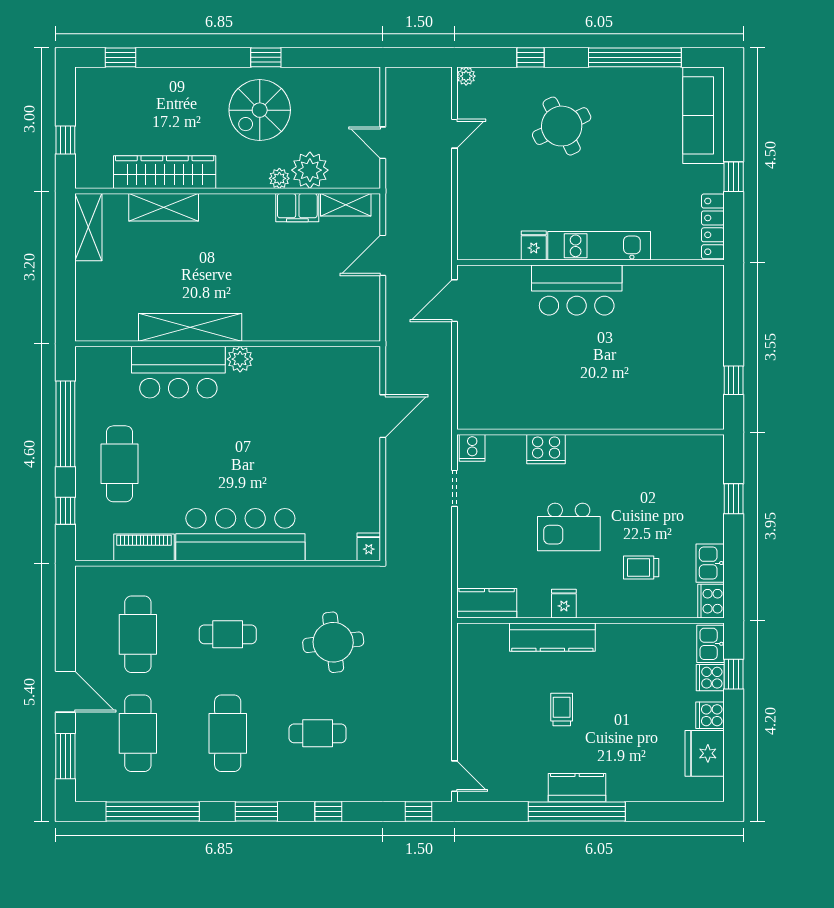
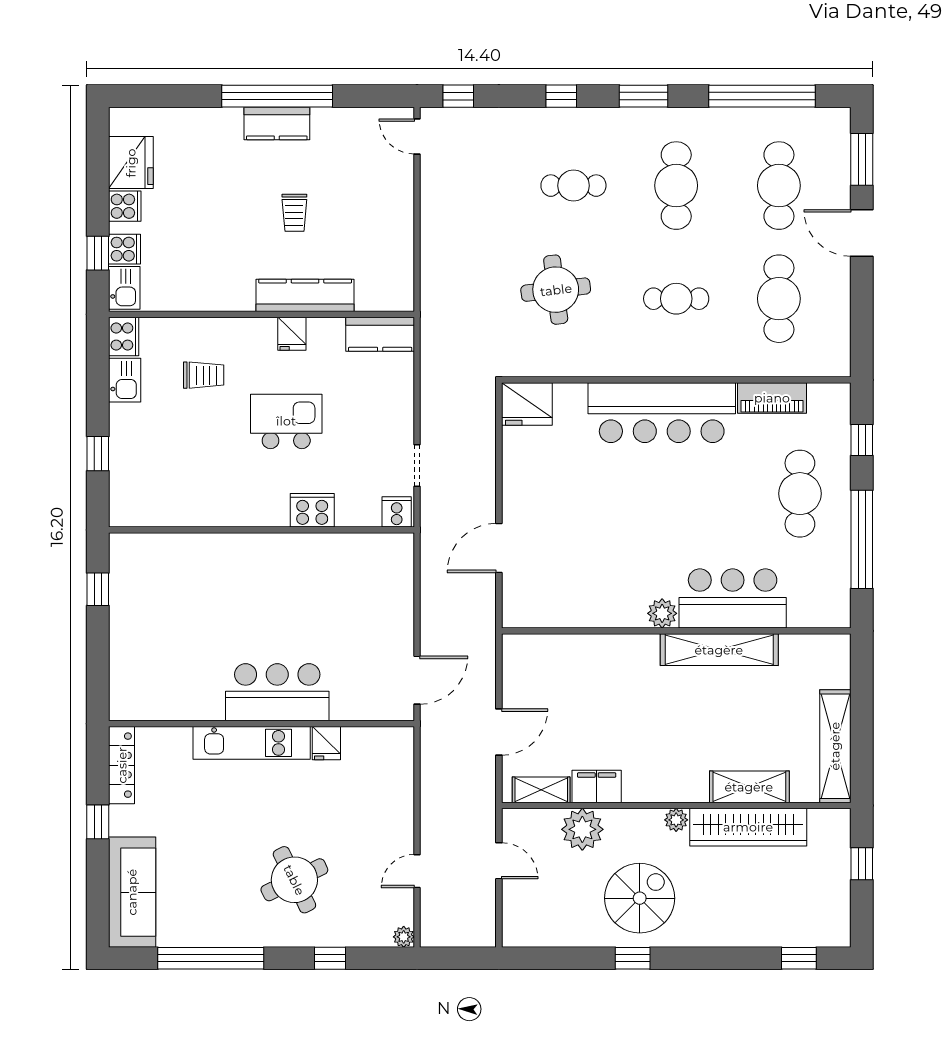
plant: (279, 178) -> (676, 820), moved
shelving: (88, 227) -> (835, 746), width x1.47
fridge: (369, 547) -> (527, 404), width x1.88, depth x1.34

